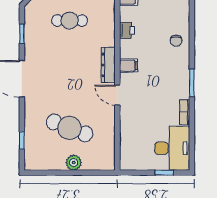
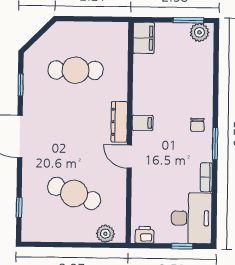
cafe table: (70, 21) -> (76, 70), width x1.37, depth x1.35
printer: (127, 30) -> (144, 235), moved, turned -90
chair: (176, 41) -> (197, 125), moved
plant: (74, 163) -> (105, 234), moved

